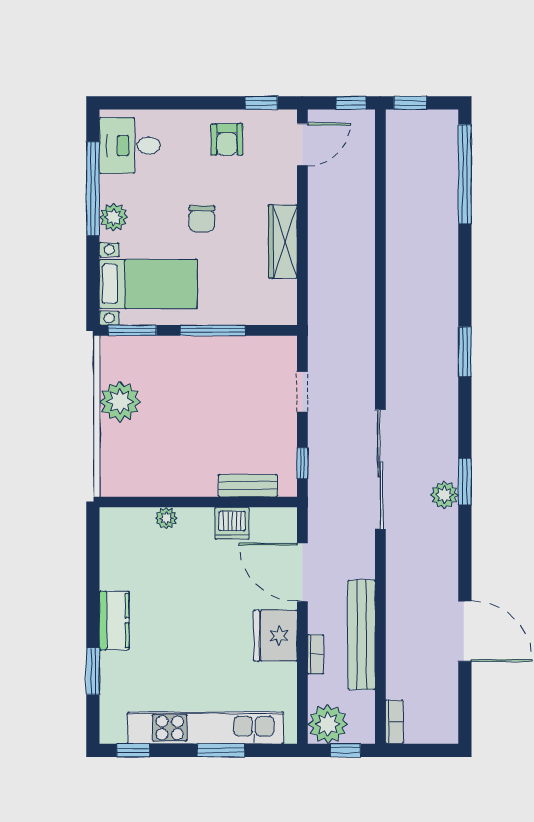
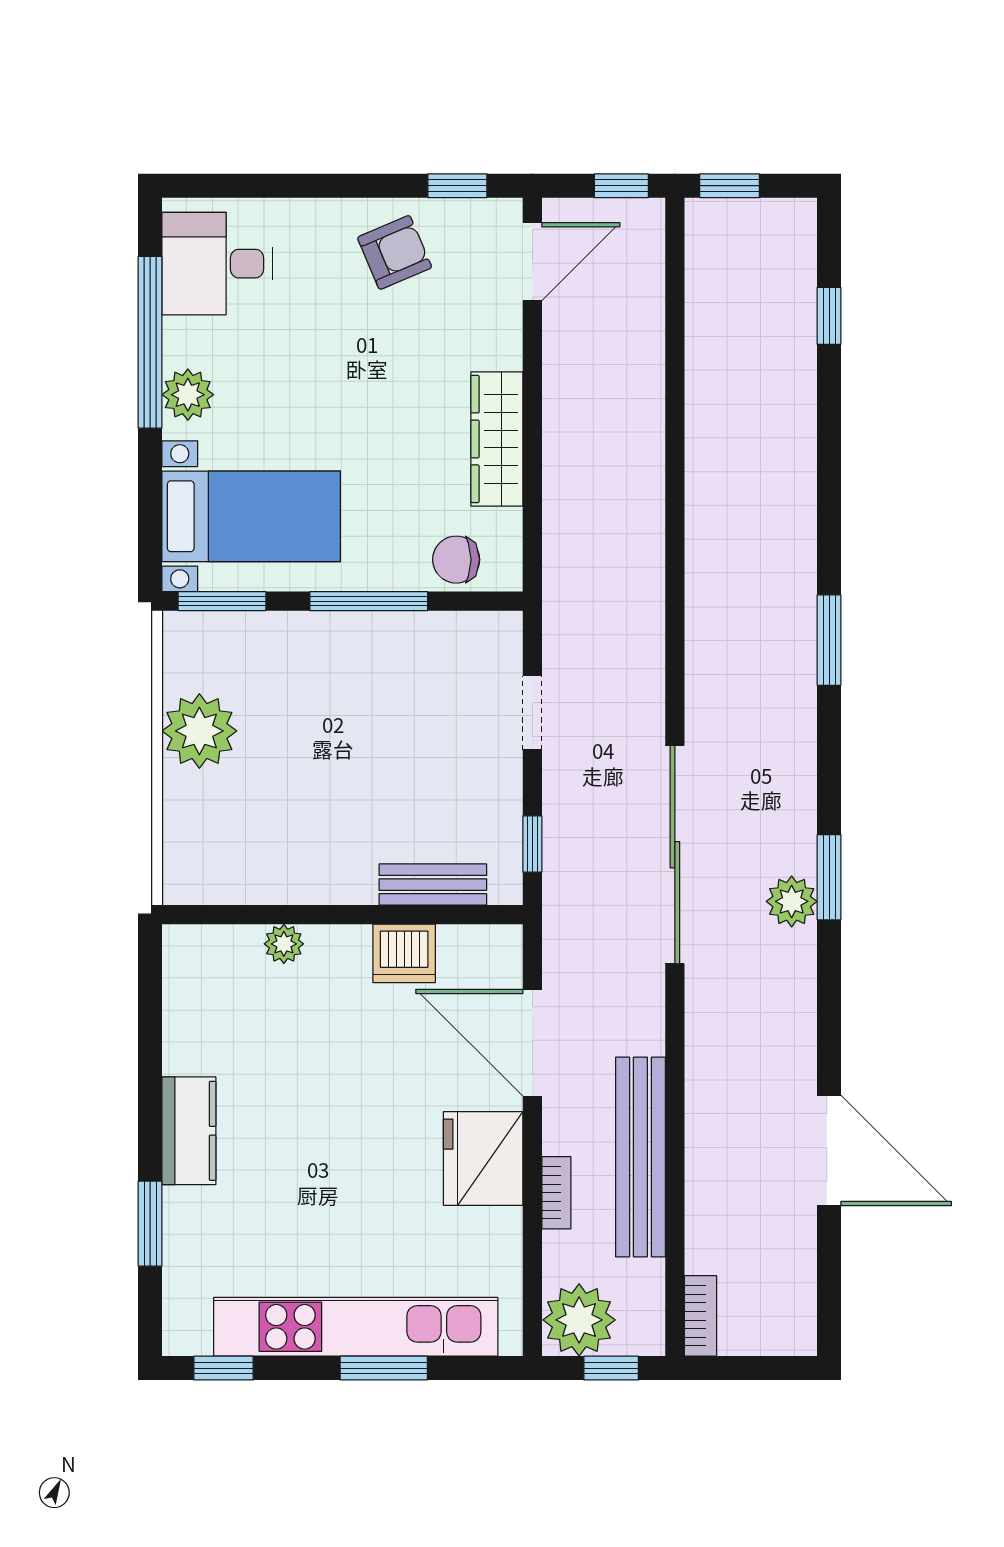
armchair: (227, 139) -> (395, 252), turned -113
window: (465, 174) -> (829, 316), width x0.32
chair: (202, 219) -> (456, 560), moved, turned 90

